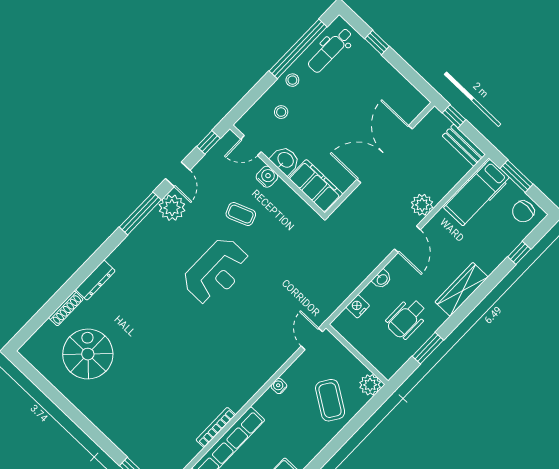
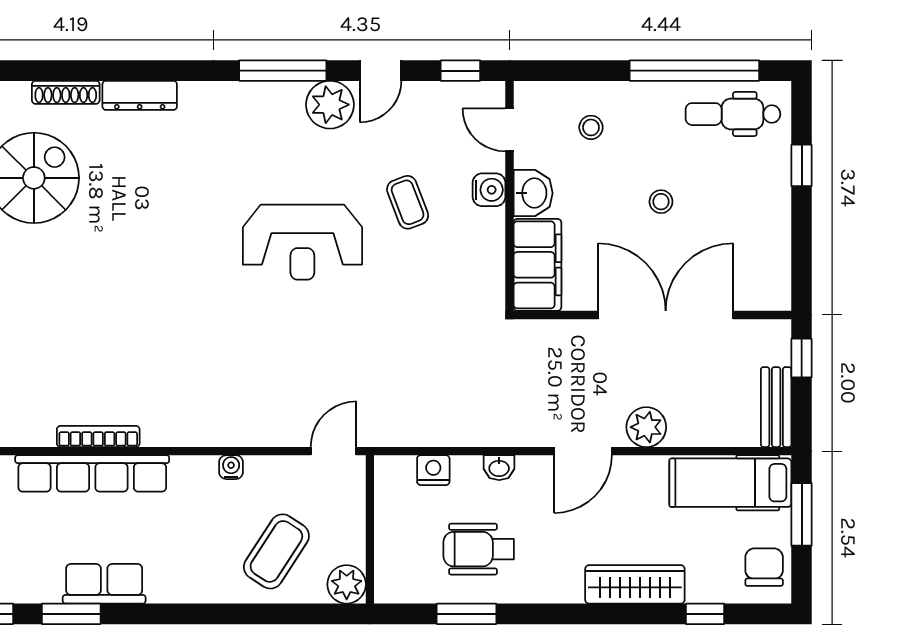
stool: (292, 80) -> (661, 202), moved
chair: (523, 211) -> (764, 567), turned 90
wardrobe: (462, 289) -> (635, 584), moved

